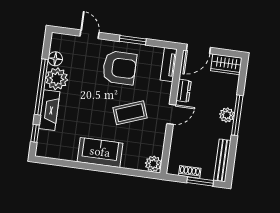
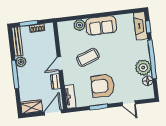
fireplace: (49, 110) -> (140, 26), moved
plant: (227, 115) -> (21, 62), moved
plant: (153, 164) -> (79, 25), moved

